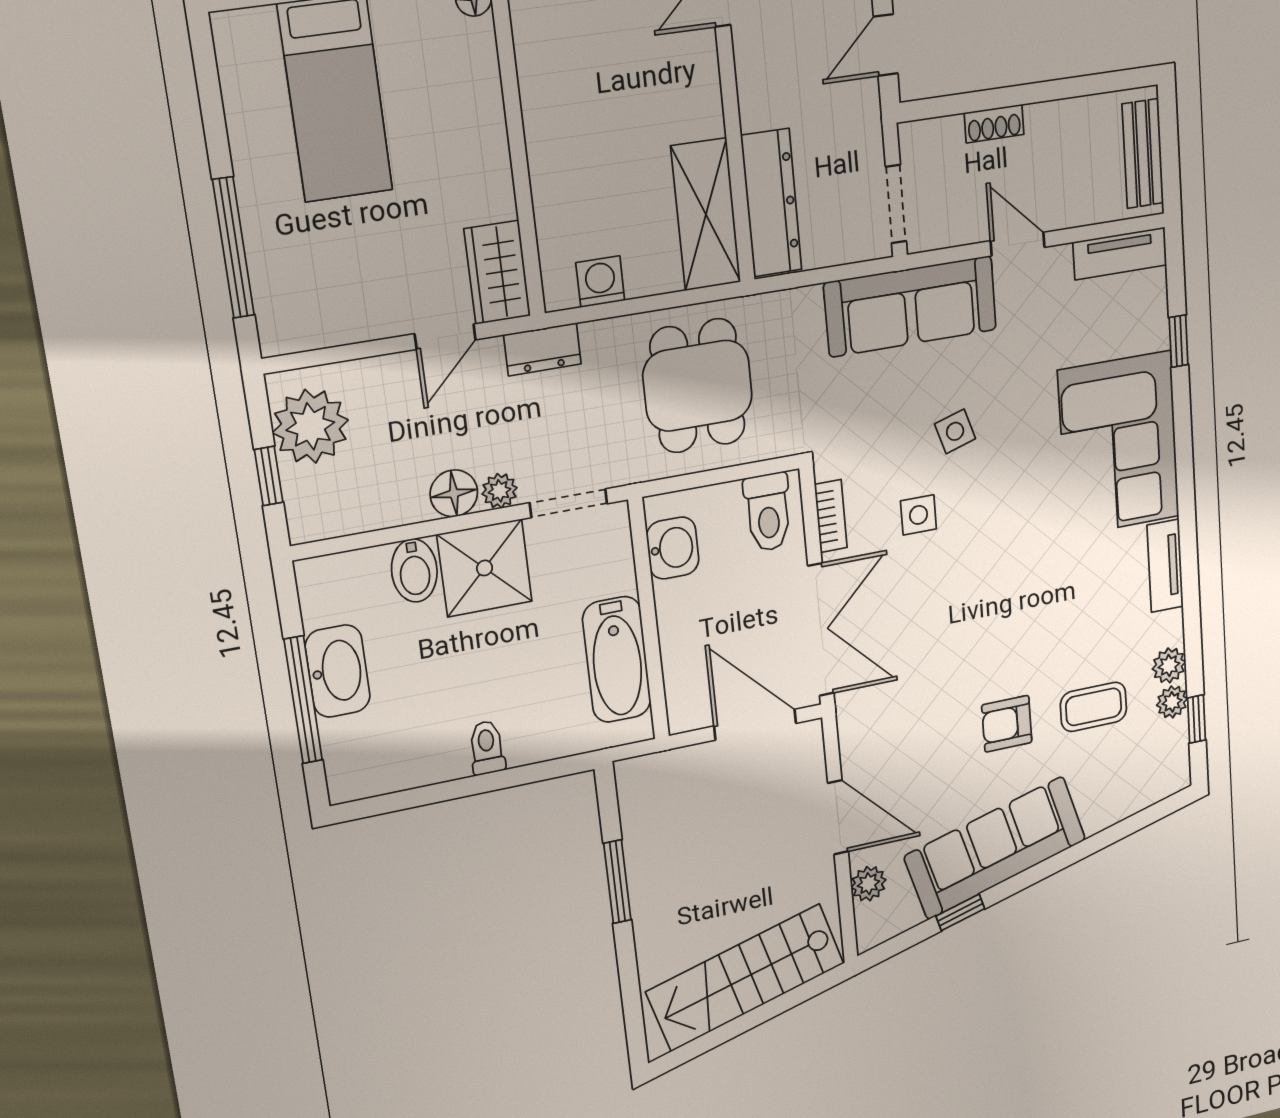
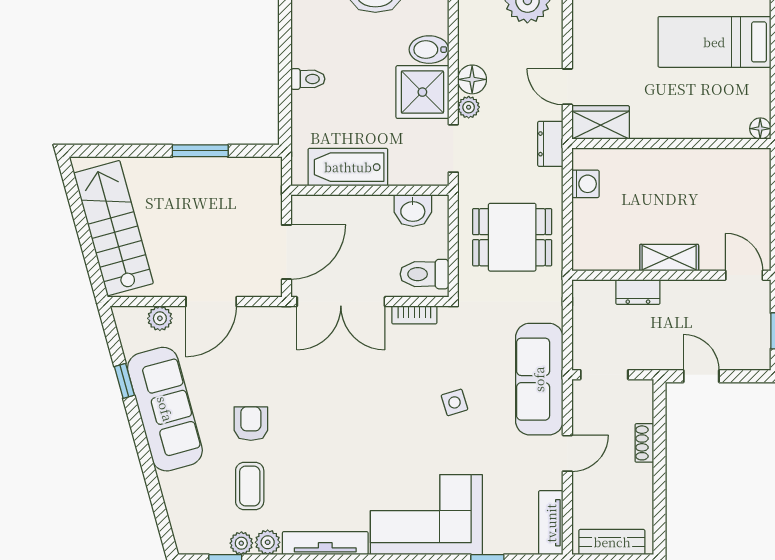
dresser: (771, 203) -> (638, 292), width x0.51, depth x0.80
shelving: (706, 214) -> (669, 258), moved, width x0.67, depth x0.75
side table: (919, 515) -> (404, 373), removed
tv unit: (1165, 566) -> (325, 543), width x1.41

